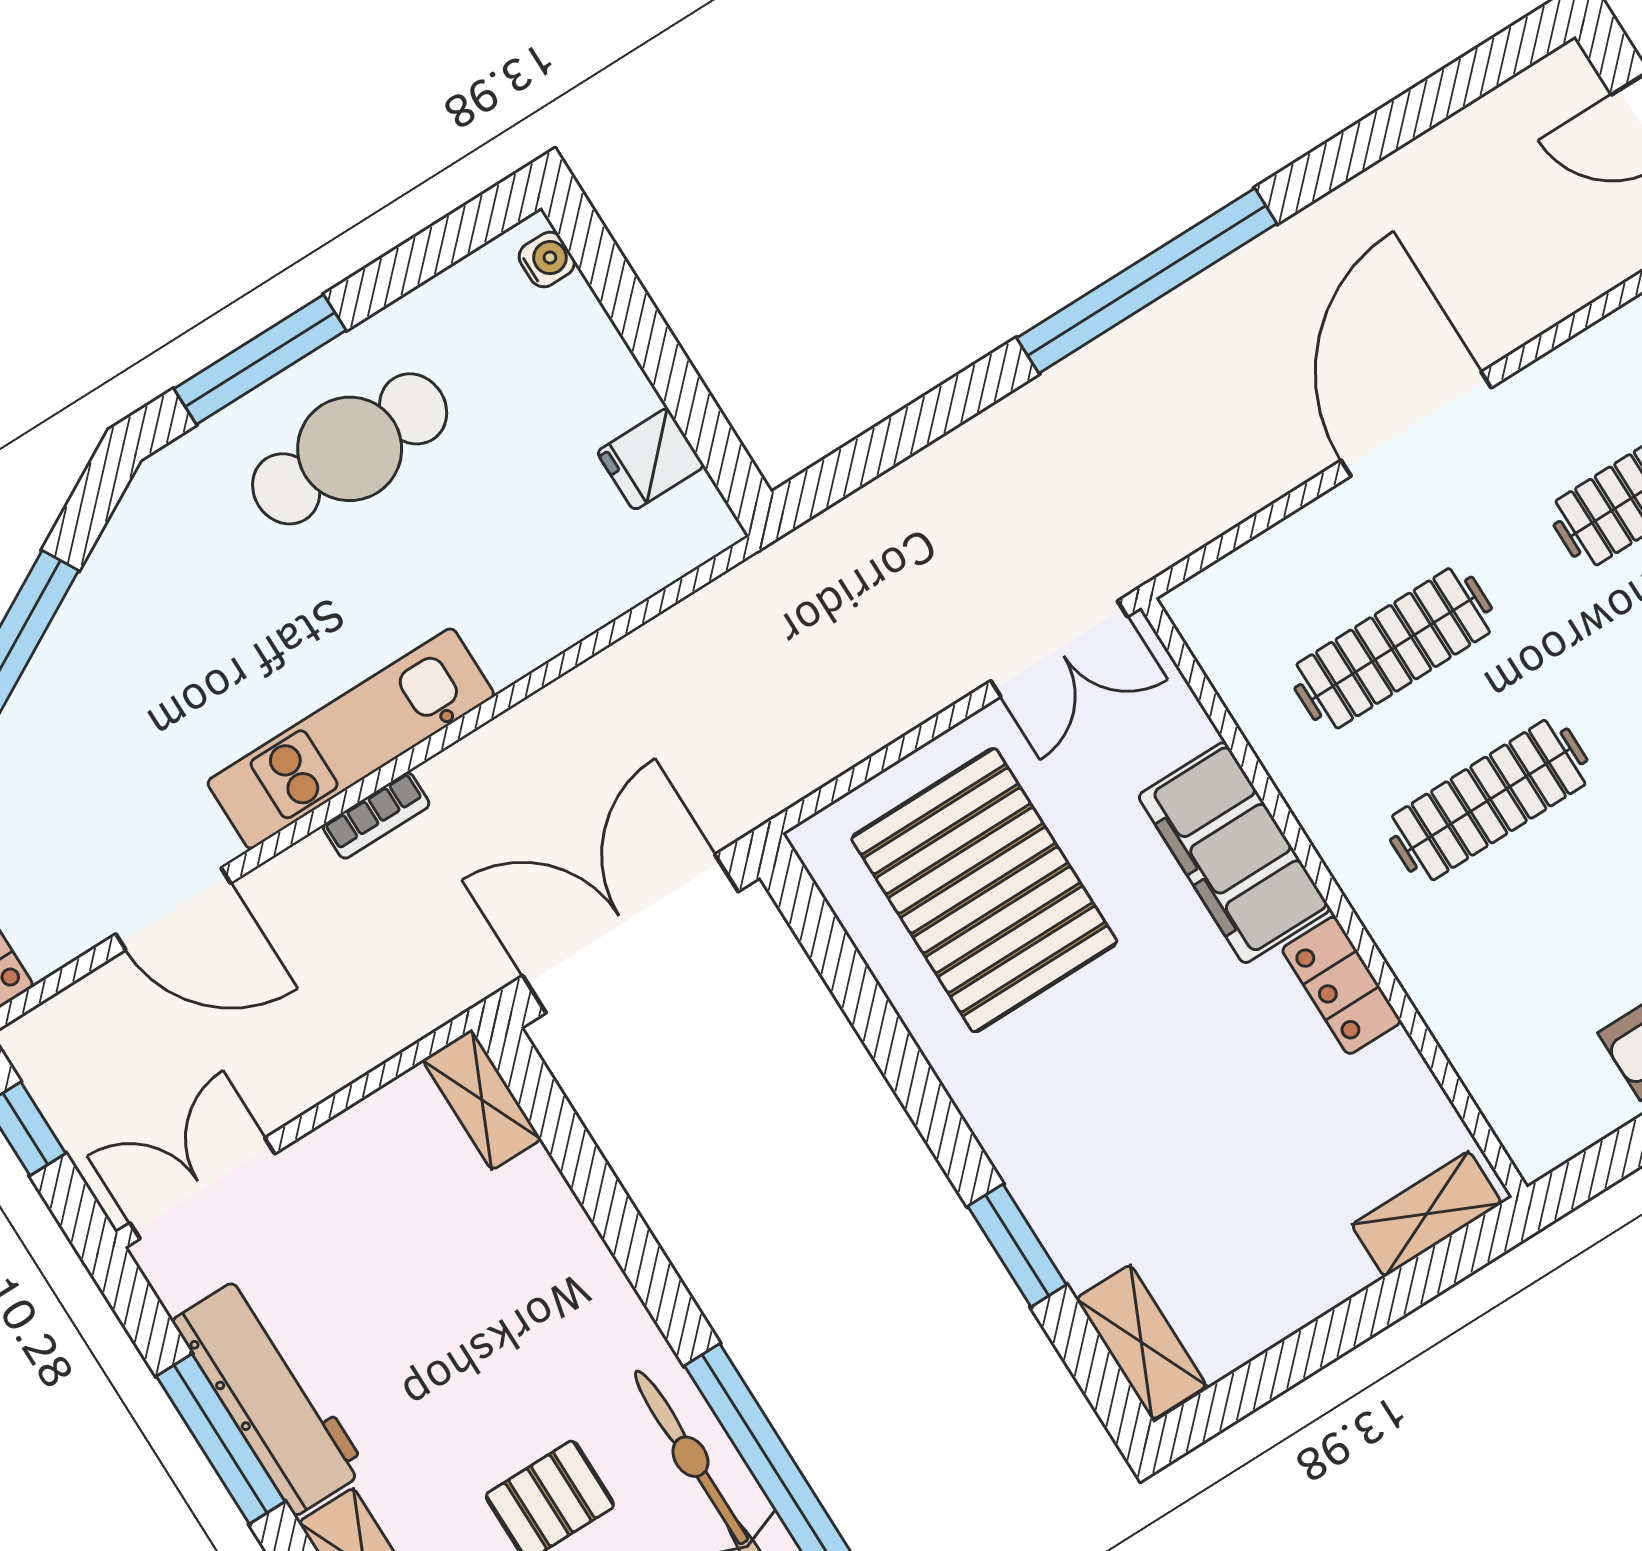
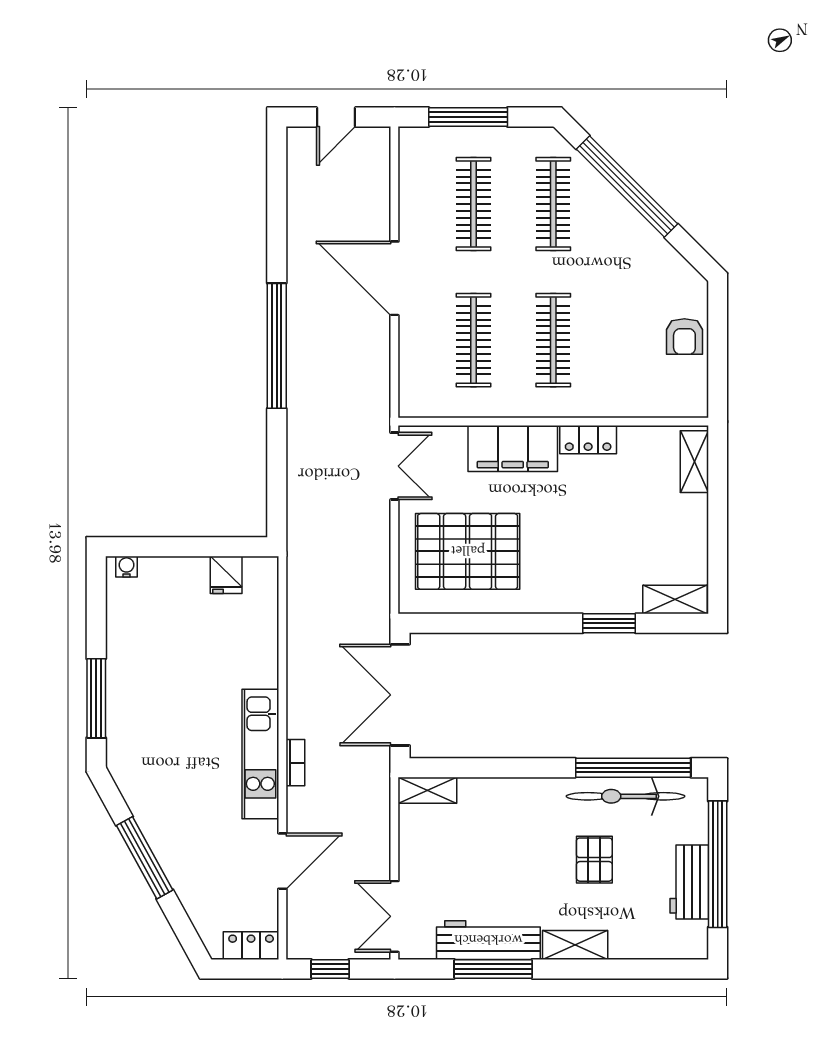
cafe table: (350, 449) -> (151, 686), removed

